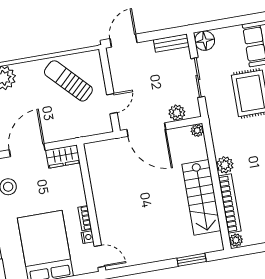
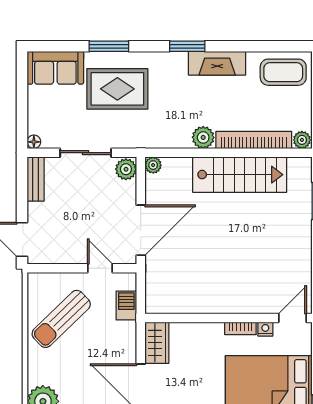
floor lamp: (205, 41) -> (34, 142), width x0.53, depth x0.53
plant: (177, 113) -> (126, 169), moved
barbecue: (87, 129) -> (126, 305), added

